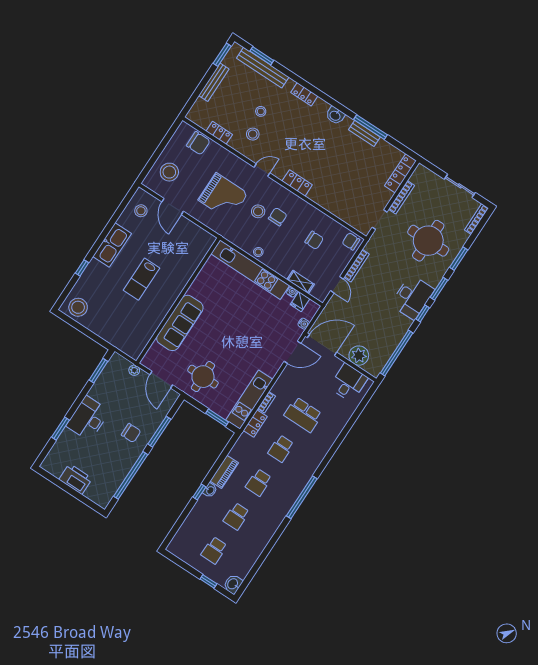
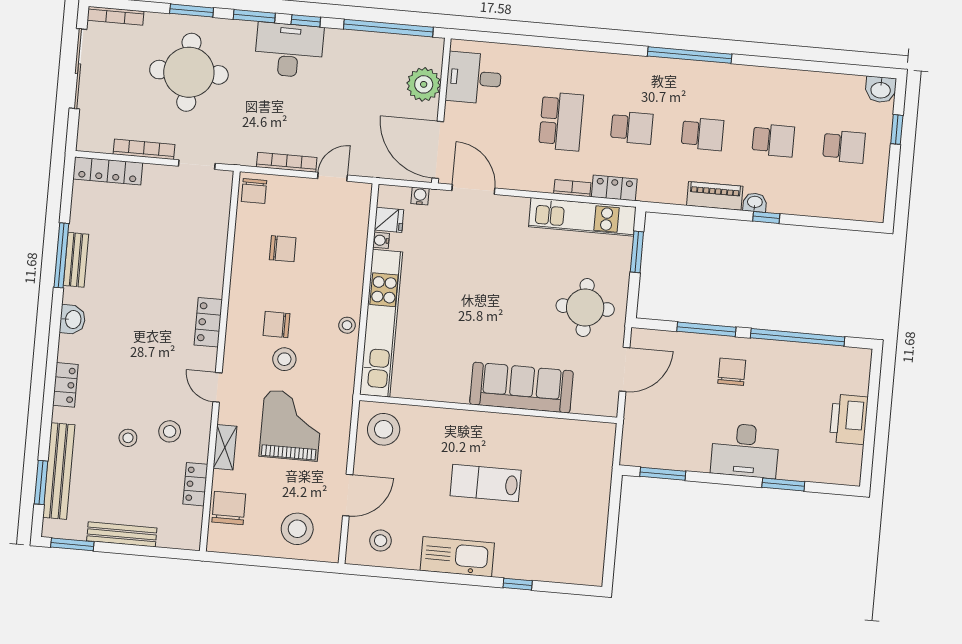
sliding door: (460, 186) -> (78, 69), width x1.37
chair: (314, 240) -> (283, 249), turned 90
lab bench: (142, 279) -> (486, 483), turned 180
shelving: (301, 282) -> (225, 447), moved
stool: (78, 307) -> (384, 429), moved
plant: (134, 370) -> (632, 419), removed

